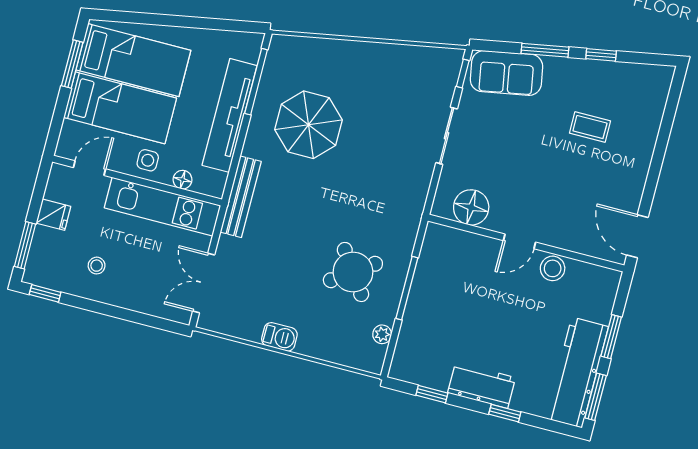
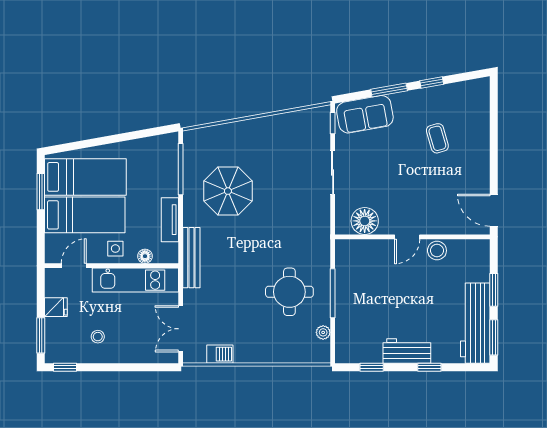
tv unit: (230, 115) -> (170, 220), width x0.52, depth x0.78
coffee table: (590, 127) -> (437, 138), turned 74
round table: (353, 272) -> (289, 292), turned 35
barbecue: (279, 337) -> (220, 354), moved

